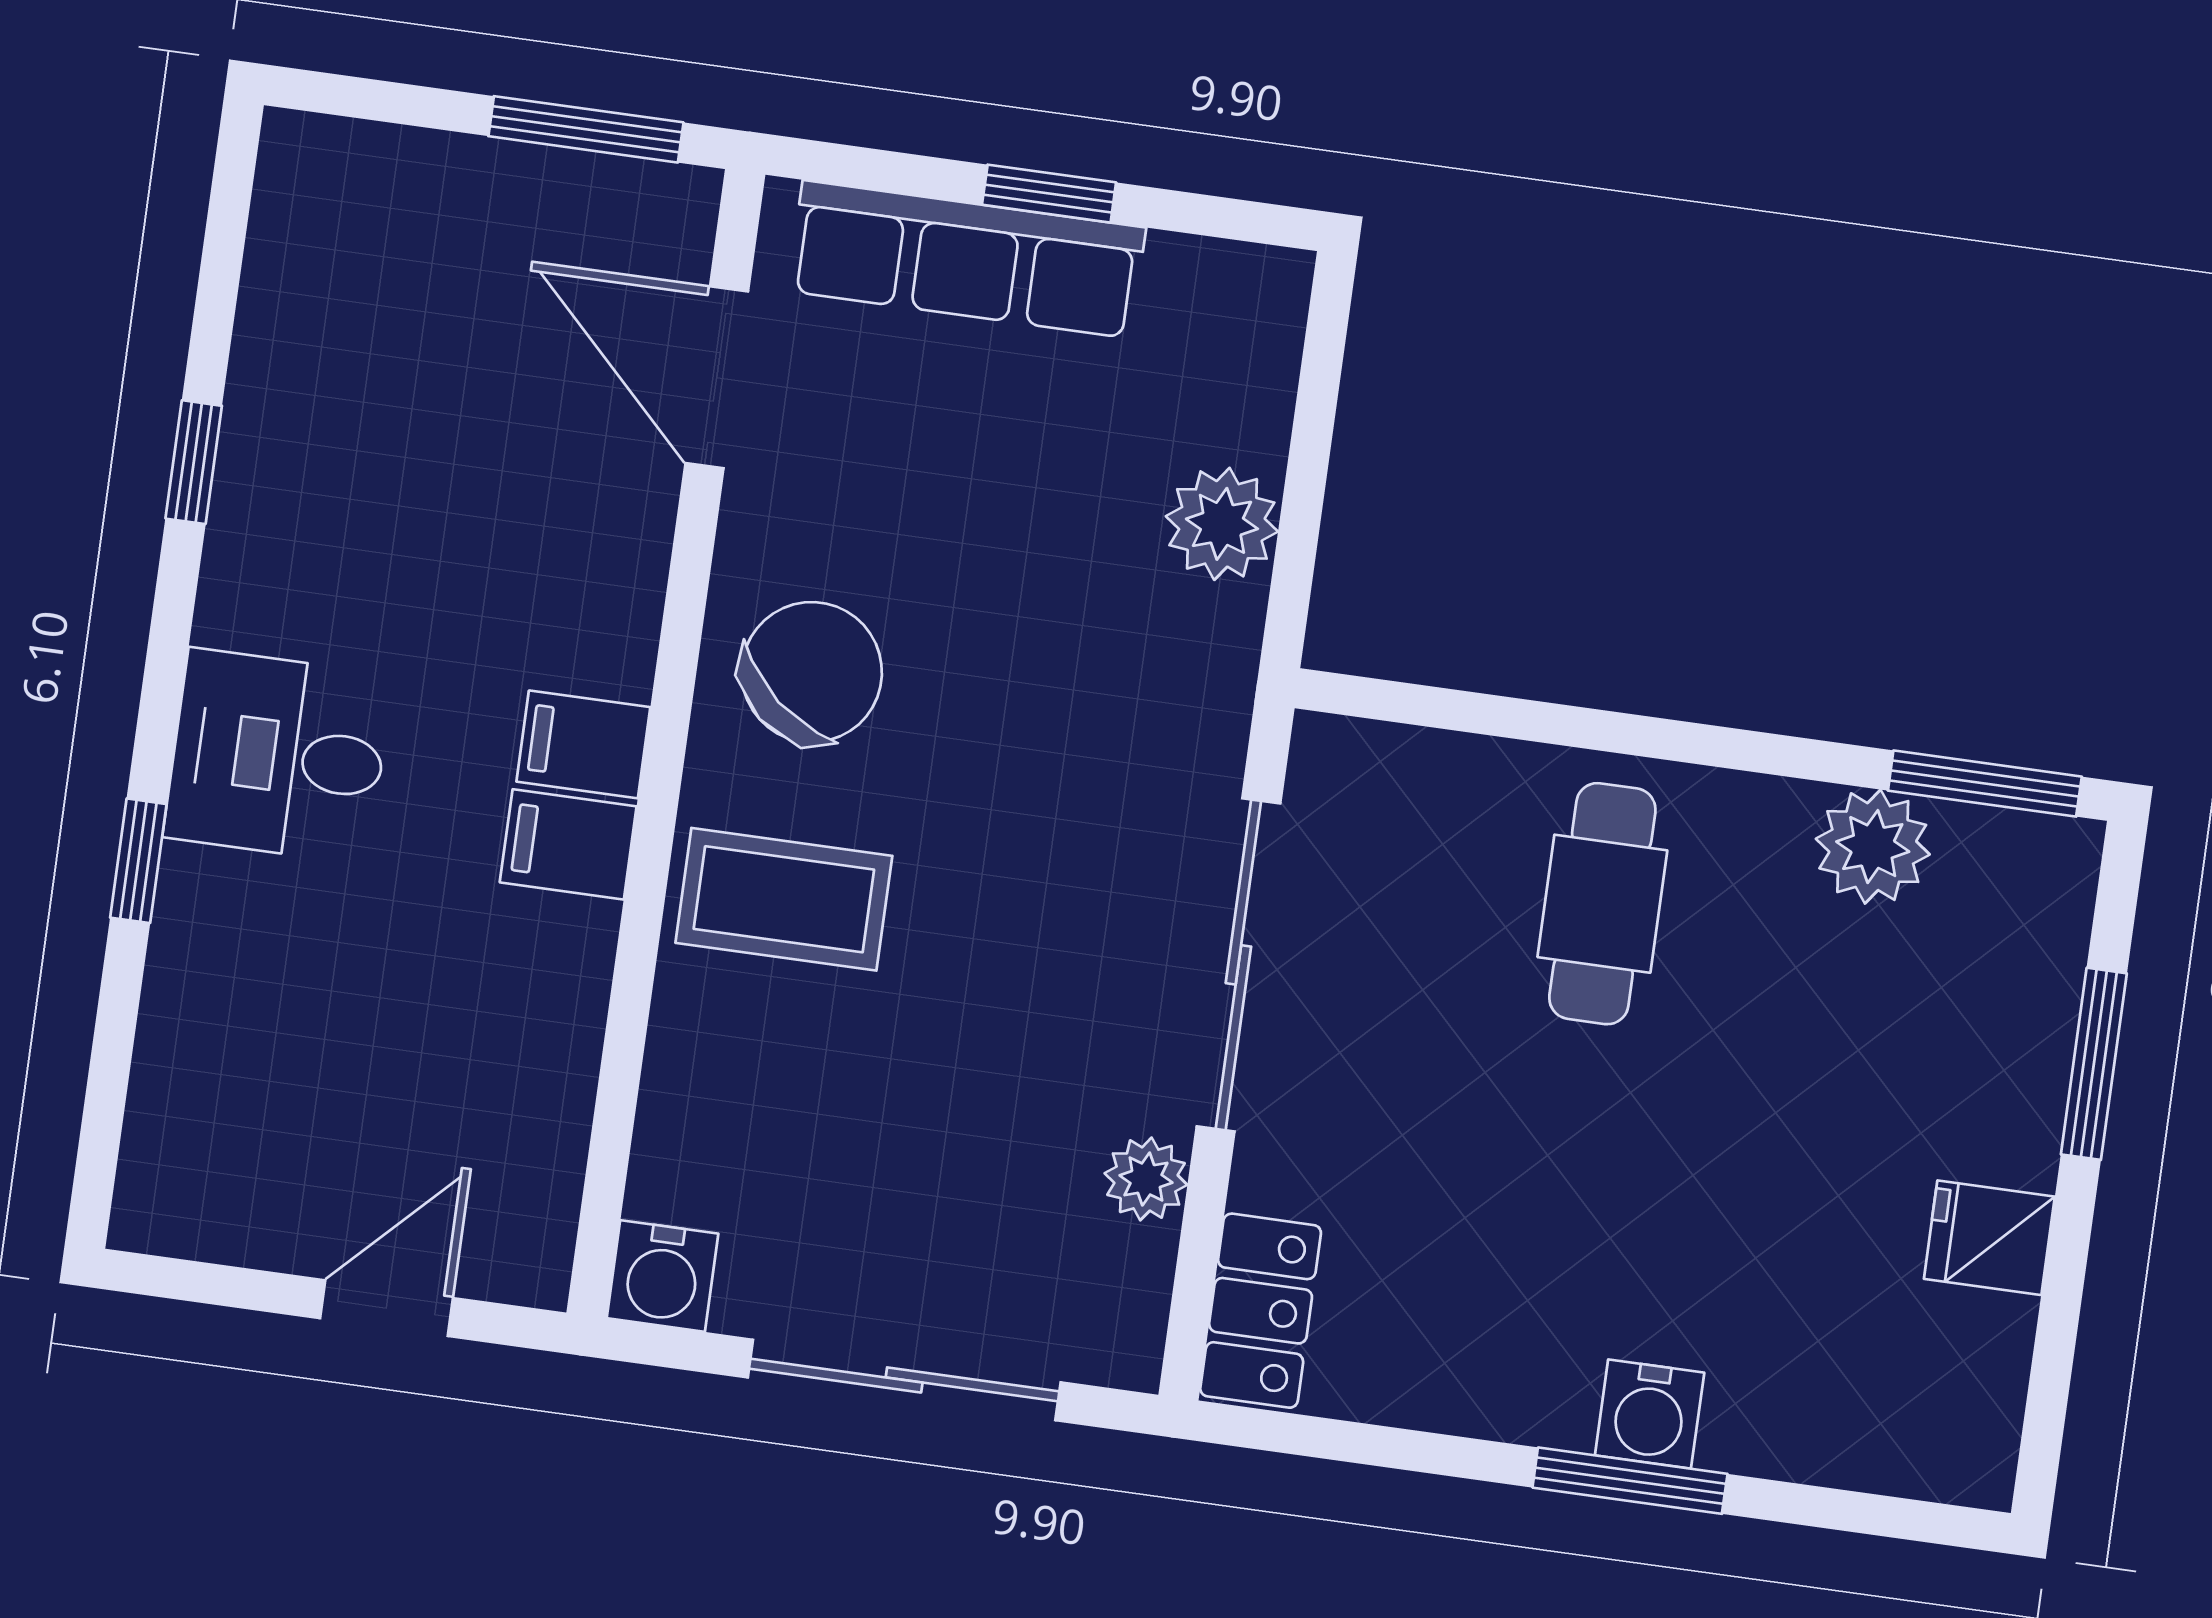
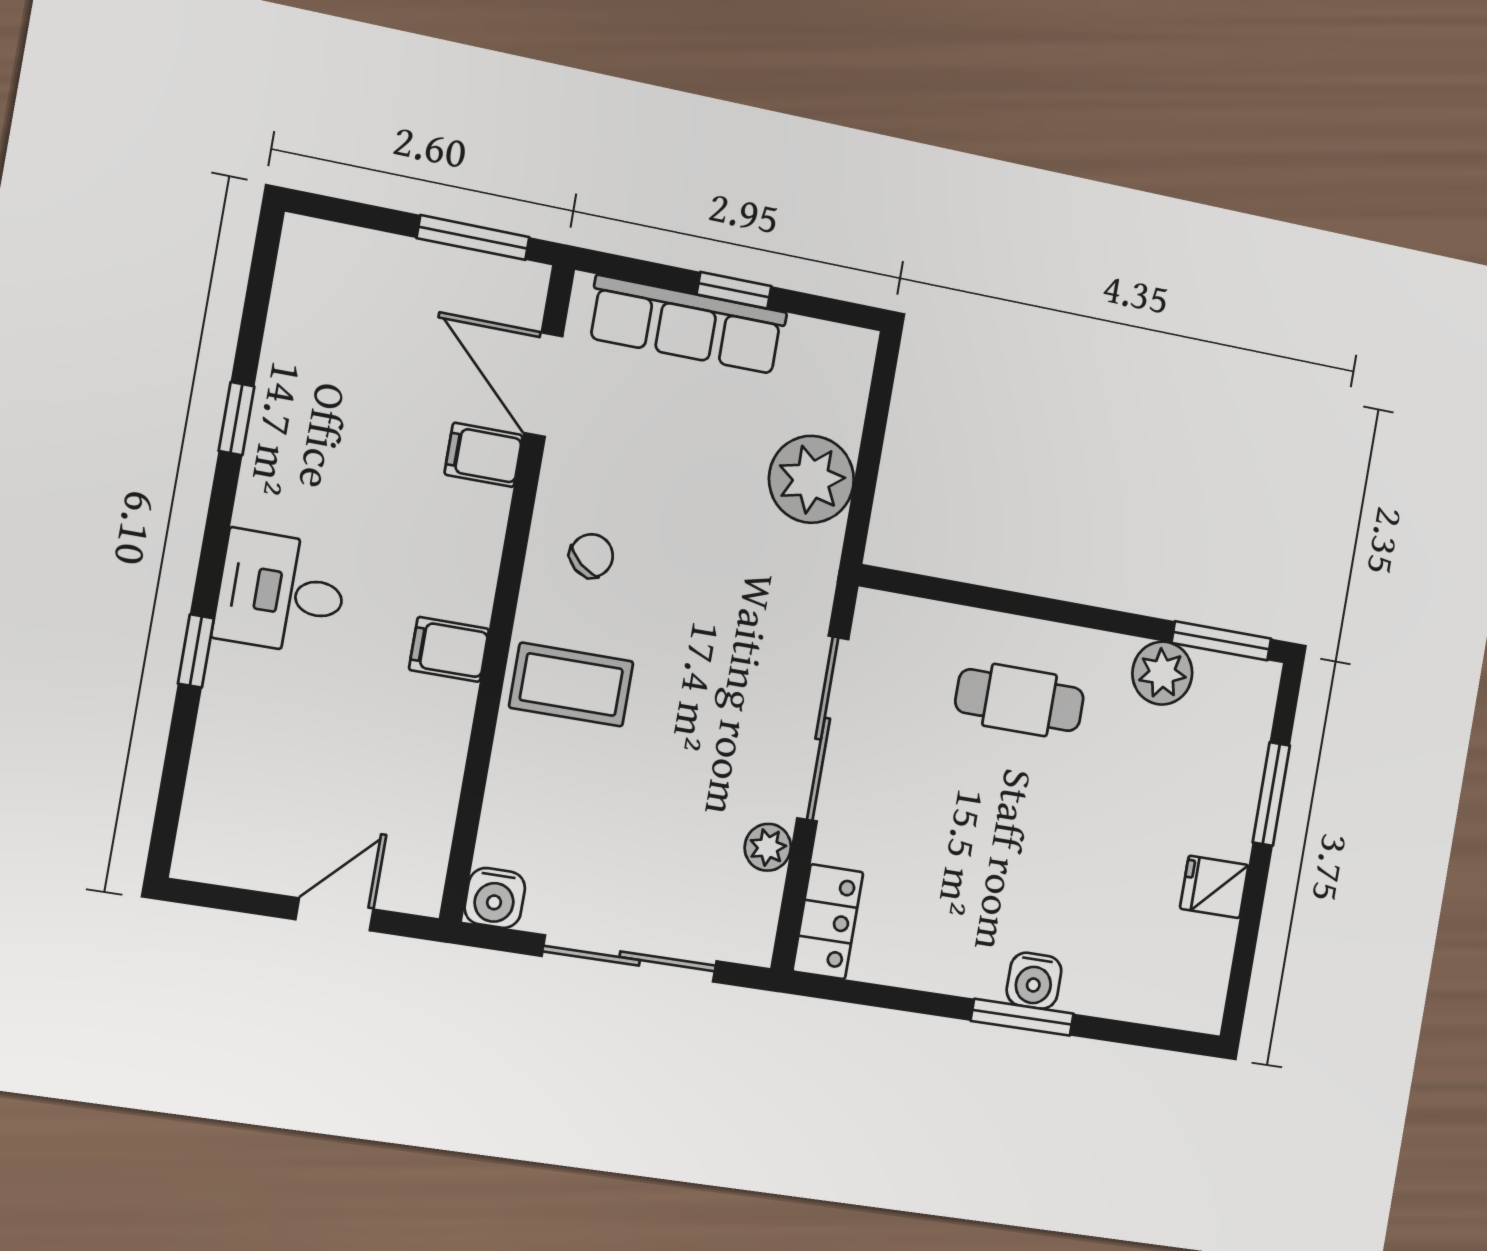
plant: (1222, 524) -> (811, 479), width x1.36, depth x1.36
chair: (812, 672) -> (591, 556), width x0.54, depth x0.54
filing cabinet: (583, 744) -> (484, 455), moved
cafe table: (1602, 904) -> (1020, 700), turned 90

